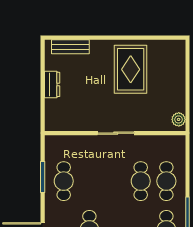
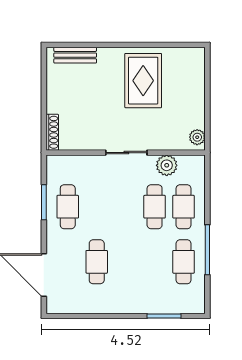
dresser: (52, 84) -> (55, 98), removed
shoe rack: (50, 115) -> (52, 132), added
plant: (151, 144) -> (167, 165), added

